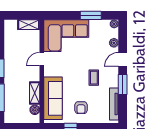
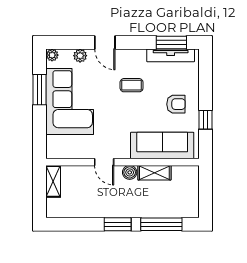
corner sofa: (66, 36) -> (70, 101), moved
window: (123, 84) -> (171, 43), moved
boiler: (35, 110) -> (130, 172), moved

